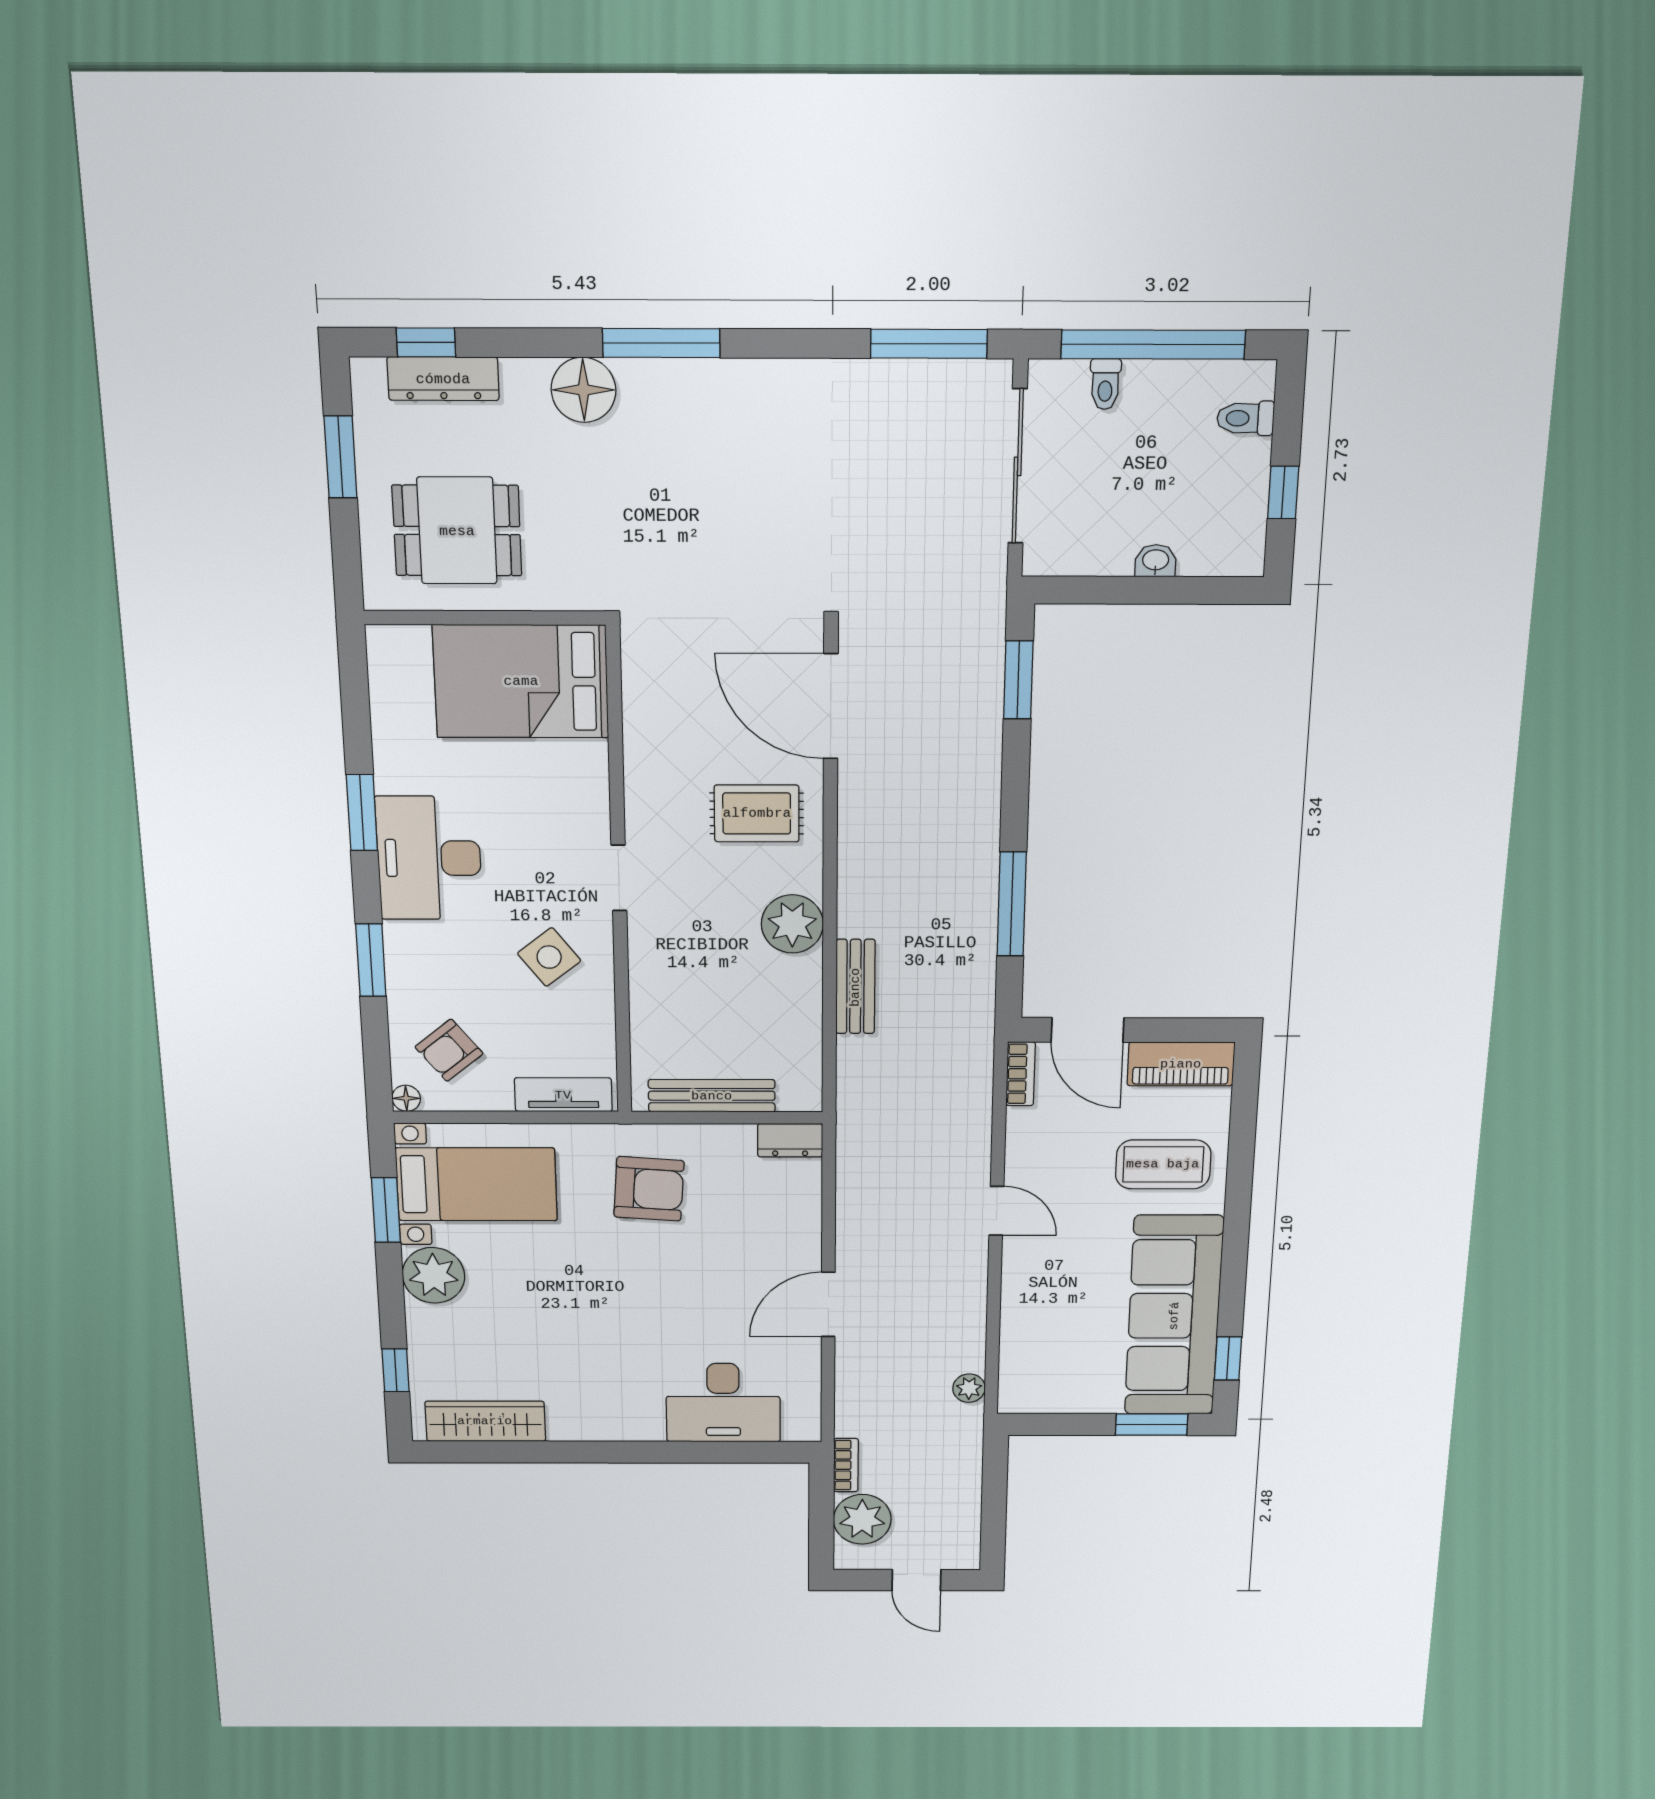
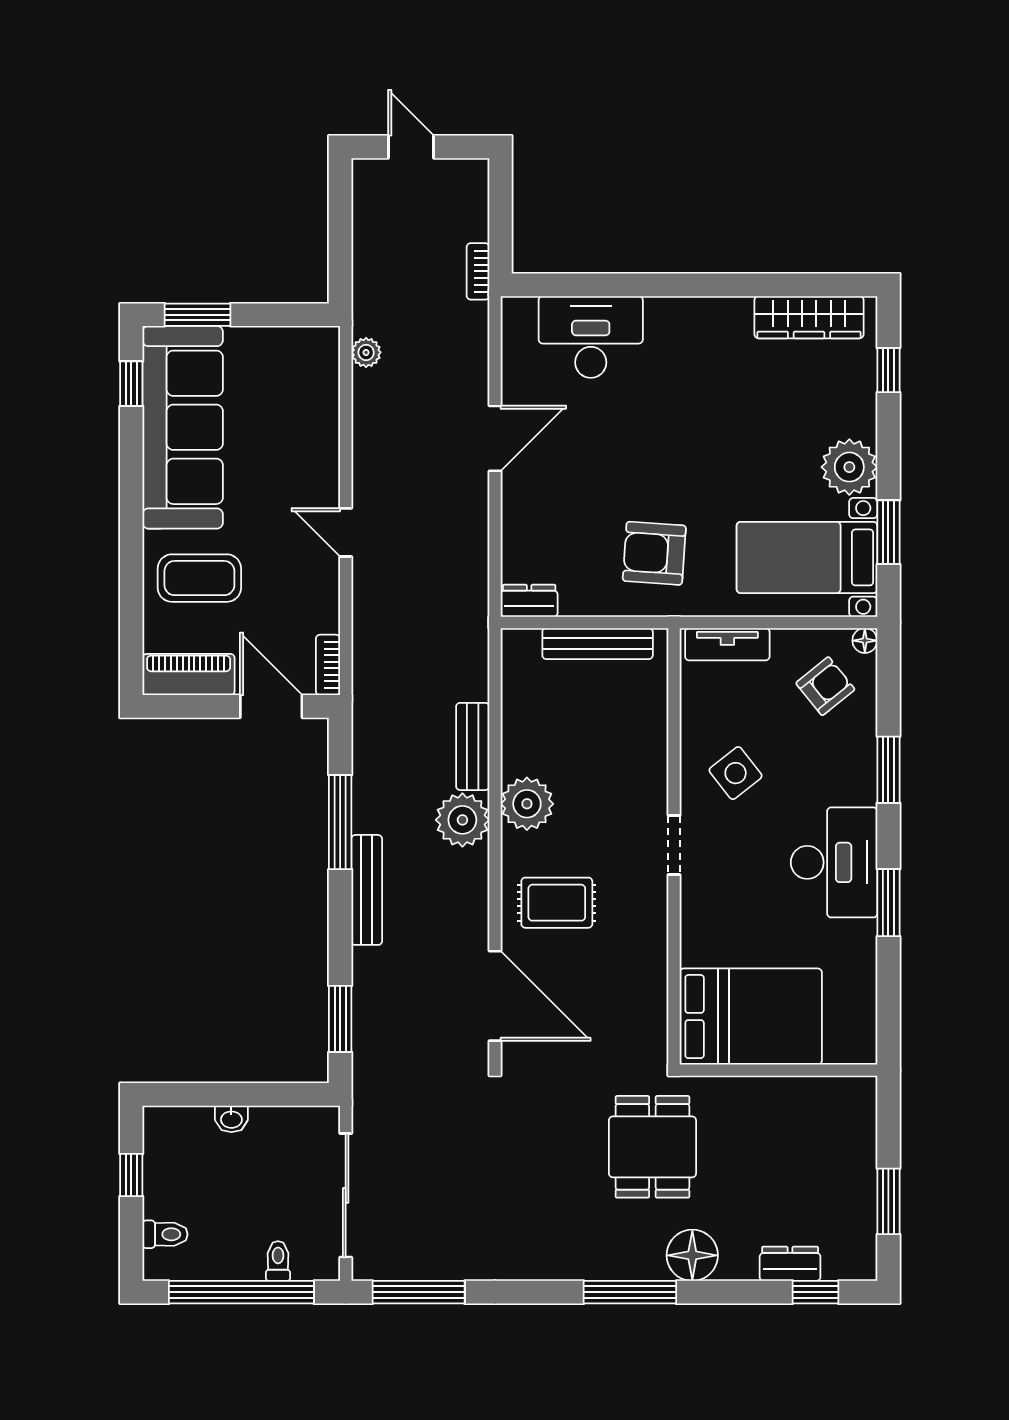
dresser: (443, 379) -> (790, 1264), width x0.70
dining table: (457, 531) -> (652, 1147), moved, turned 90
bench: (982, 828) -> (367, 890), added
plant: (862, 1519) -> (462, 820), moved

